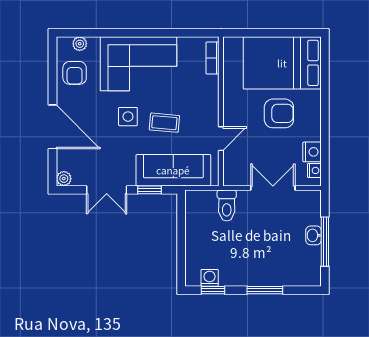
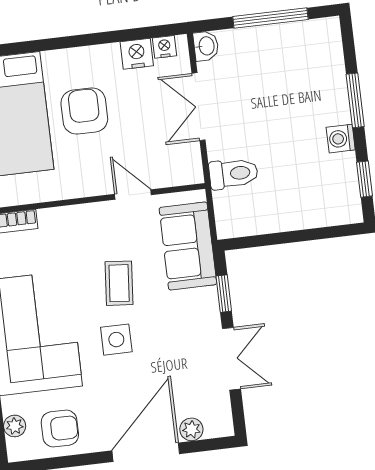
sofa: (173, 170) -> (188, 246), width x0.73
plant: (64, 179) -> (191, 429), moved
washbasin: (314, 235) -> (206, 46), moved, turned -90
washing machine: (210, 278) -> (341, 139), moved

